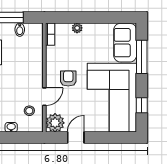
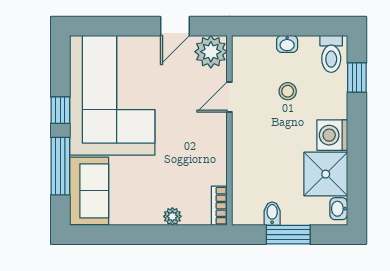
armchair: (68, 78) -> (188, 129), removed
window: (142, 105) -> (60, 110), moved
stool: (29, 111) -> (288, 91), moved

